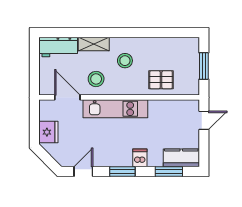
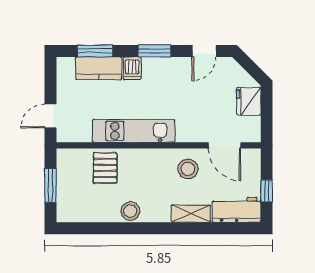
stool: (125, 61) -> (130, 211), moved
window: (34, 62) -> (267, 191), added
pallet: (161, 80) -> (105, 168), turned 90
kitchen unit: (115, 109) -> (134, 131), moved
kitchen counter: (181, 158) -> (99, 68), moved

